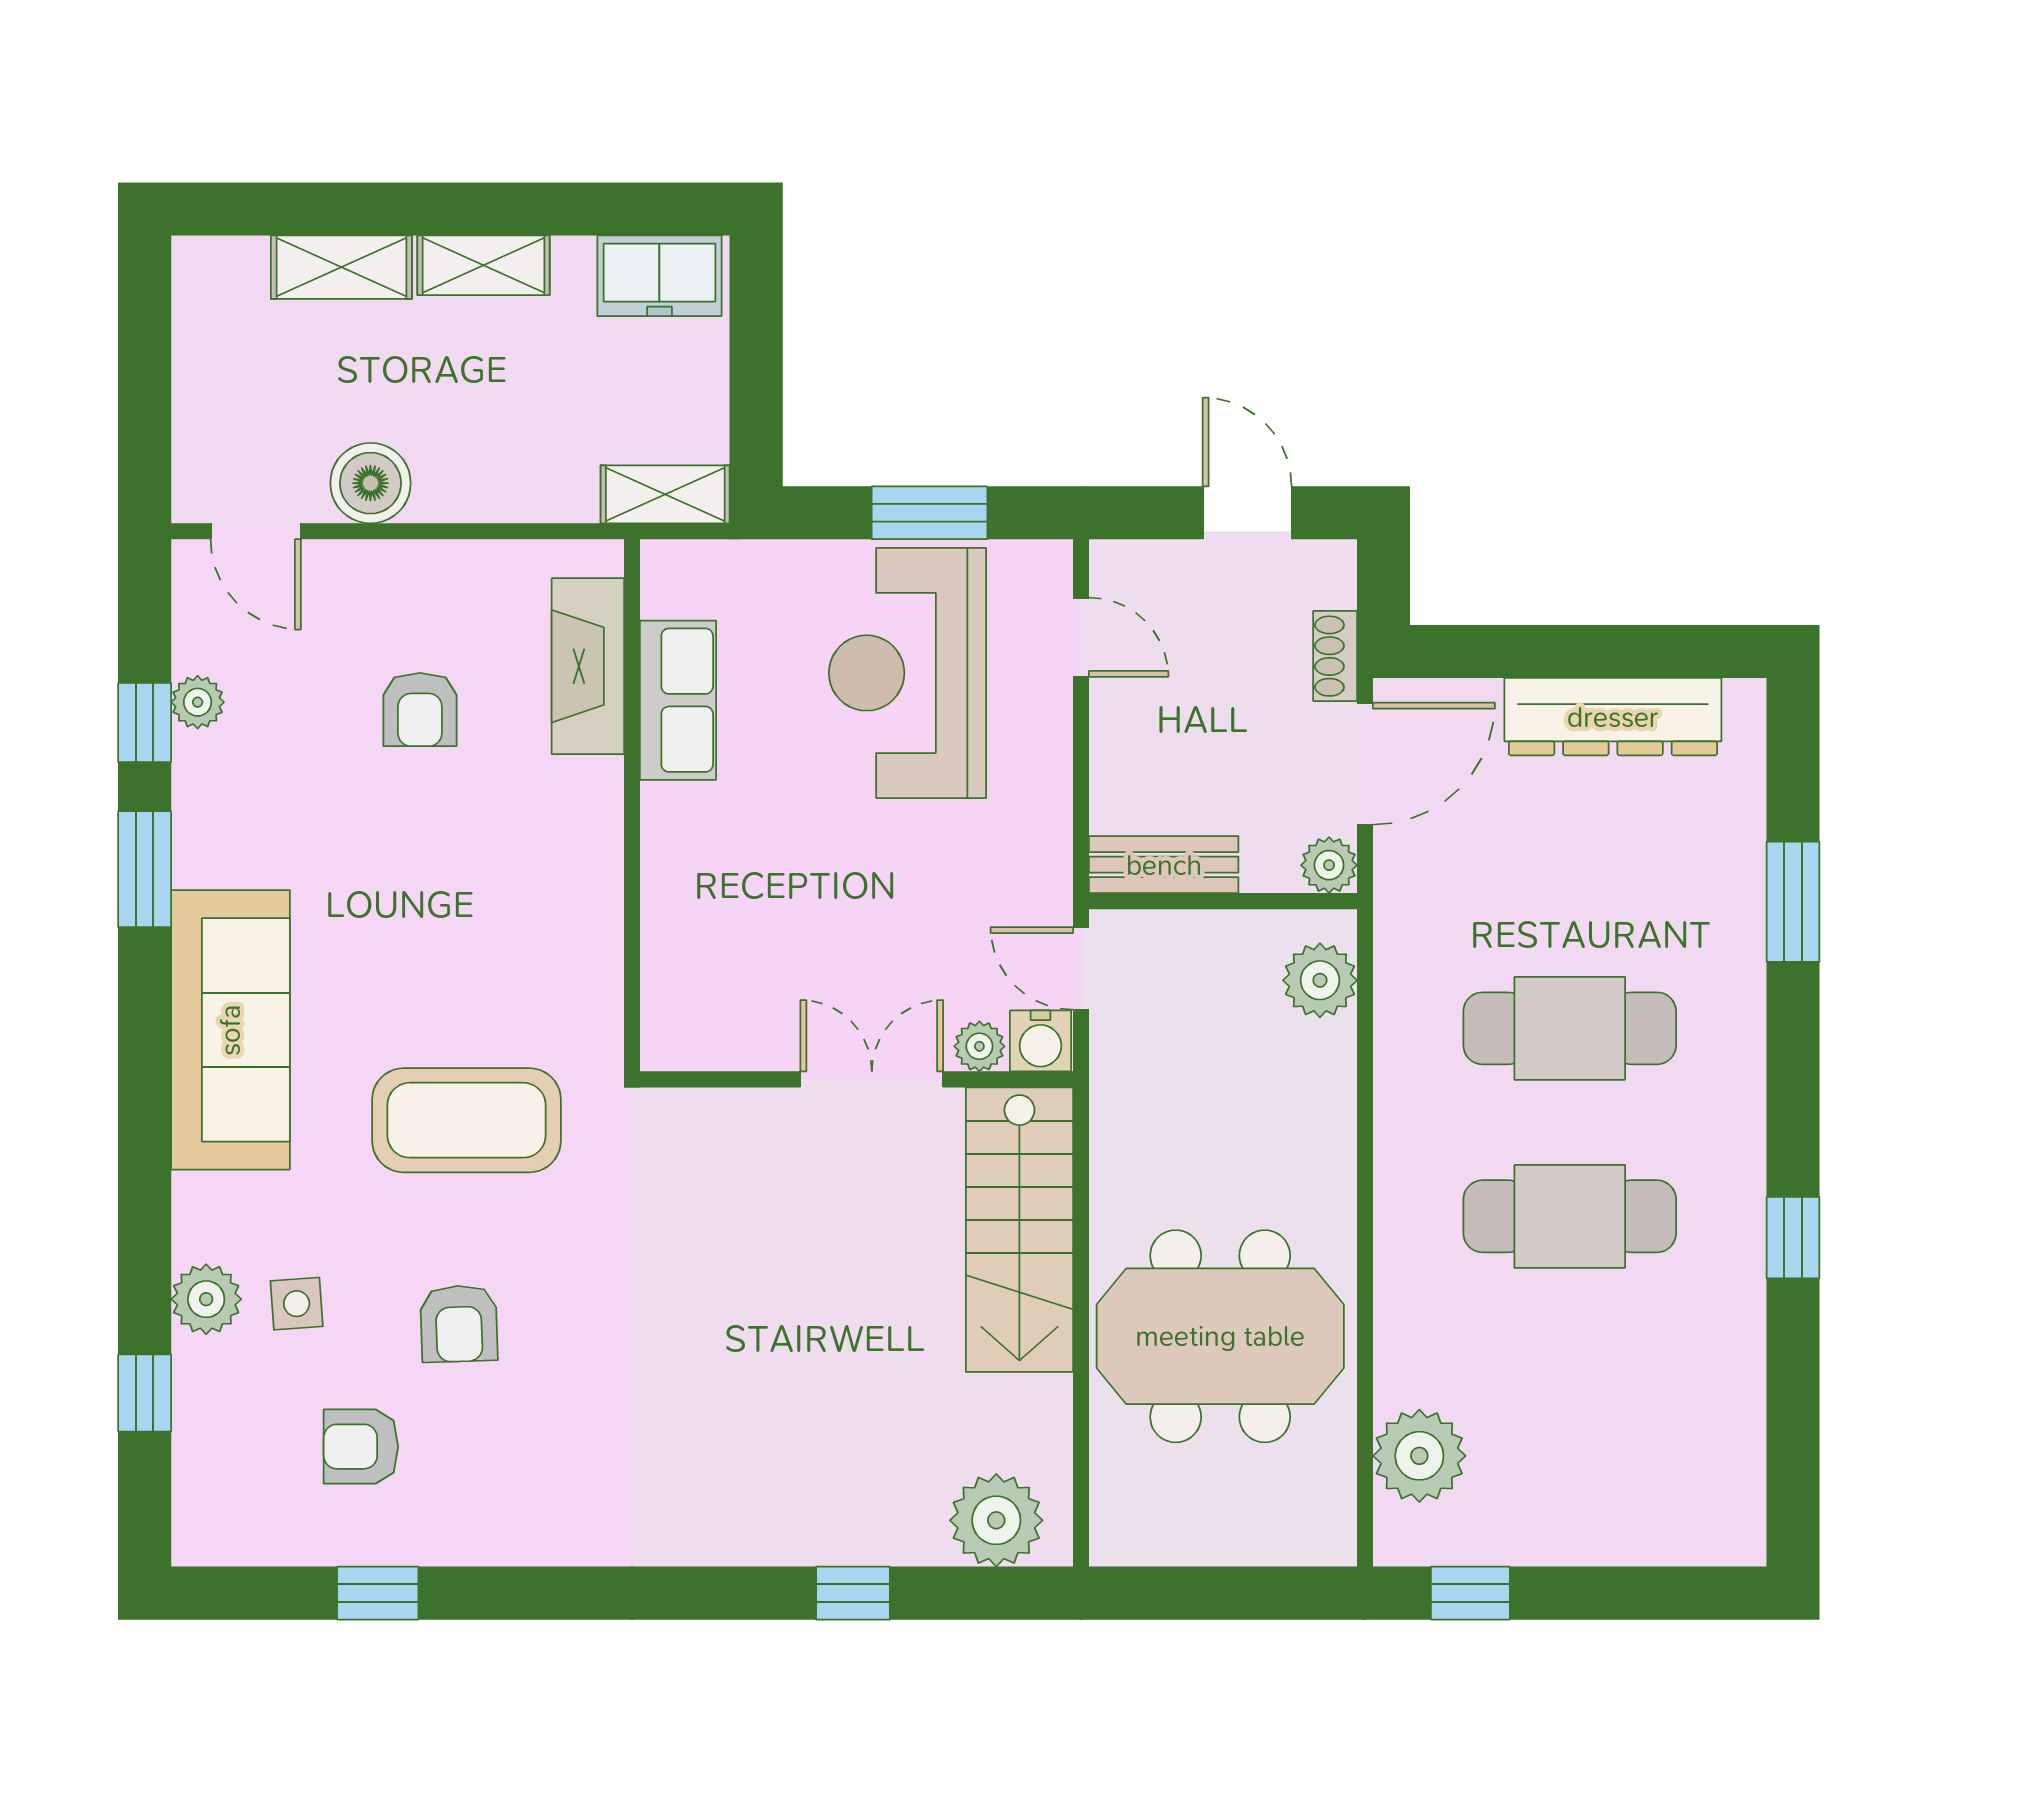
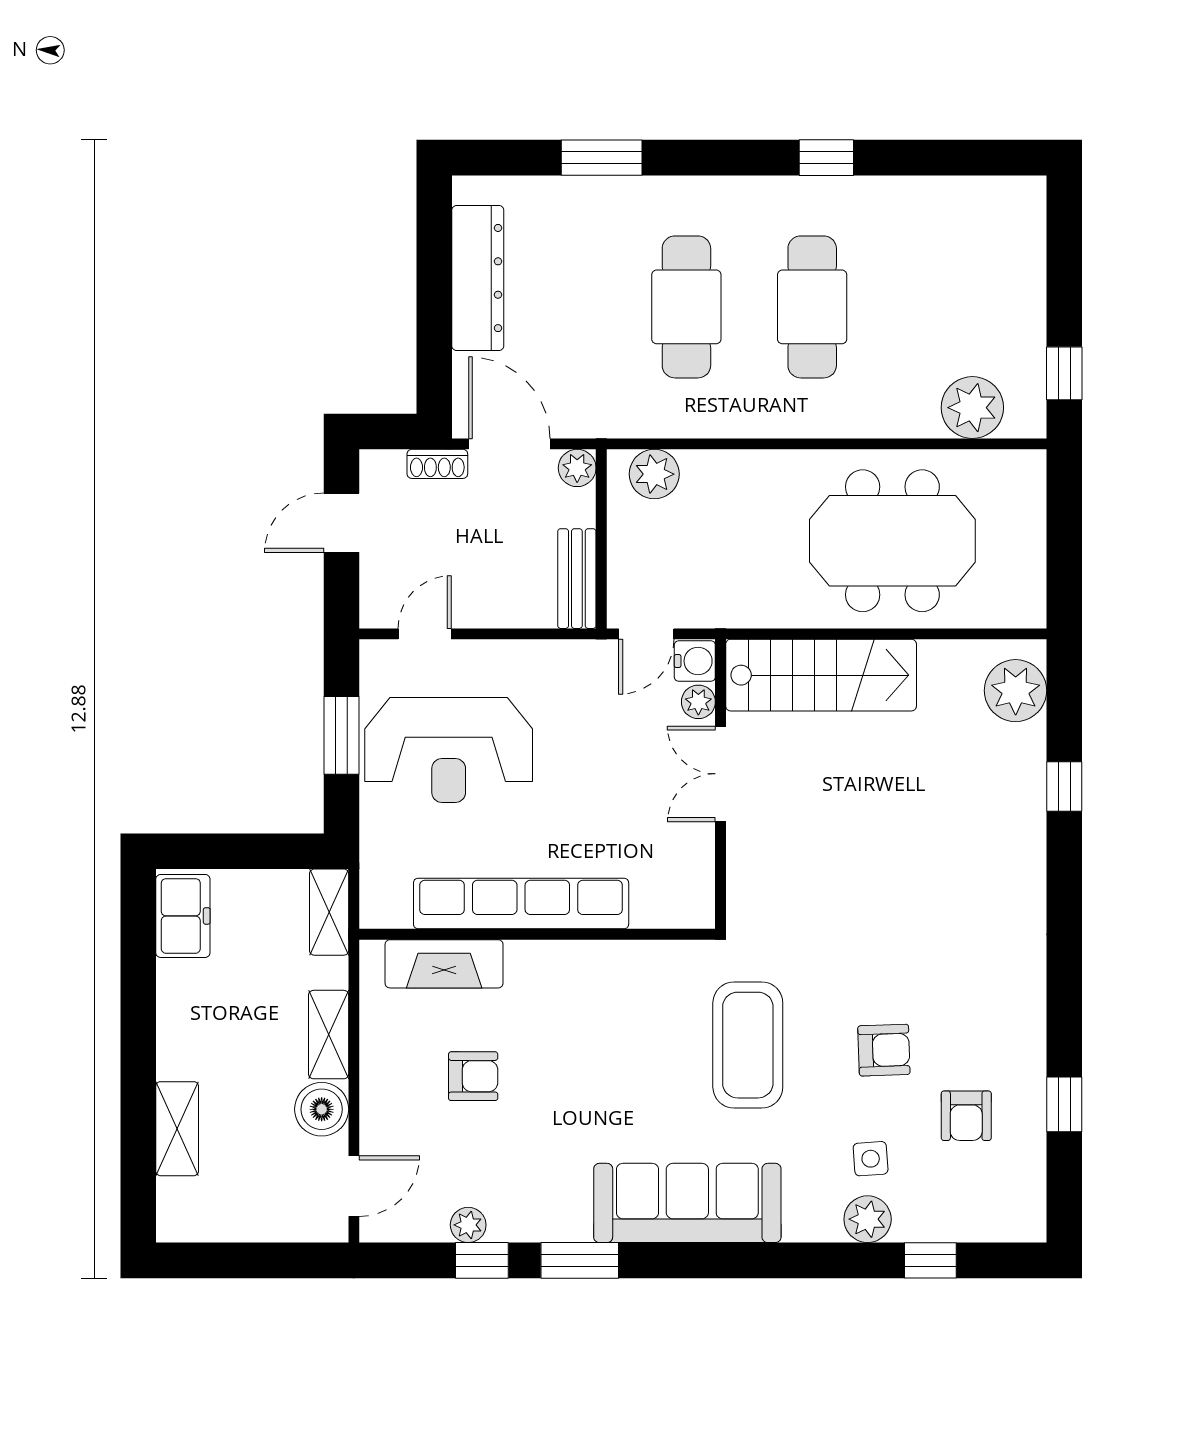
shelving: (483, 265) -> (329, 1035), moved
row of seats: (678, 700) -> (521, 904), width x2.02
meeting table: (1220, 1336) -> (892, 541), turned 90

